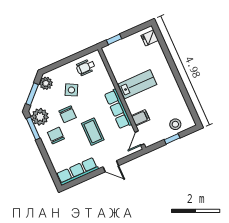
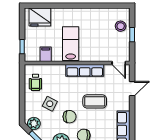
fridge: (150, 38) -> (40, 17), width x1.88, depth x1.34
filing cabinet: (140, 118) -> (46, 54), moved
door: (111, 166) -> (132, 89), moved

